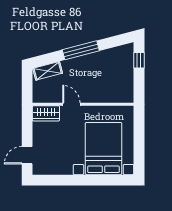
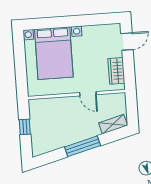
window: (139, 60) -> (25, 127), moved
wardrobe: (46, 113) -> (116, 71), moved, turned -90

